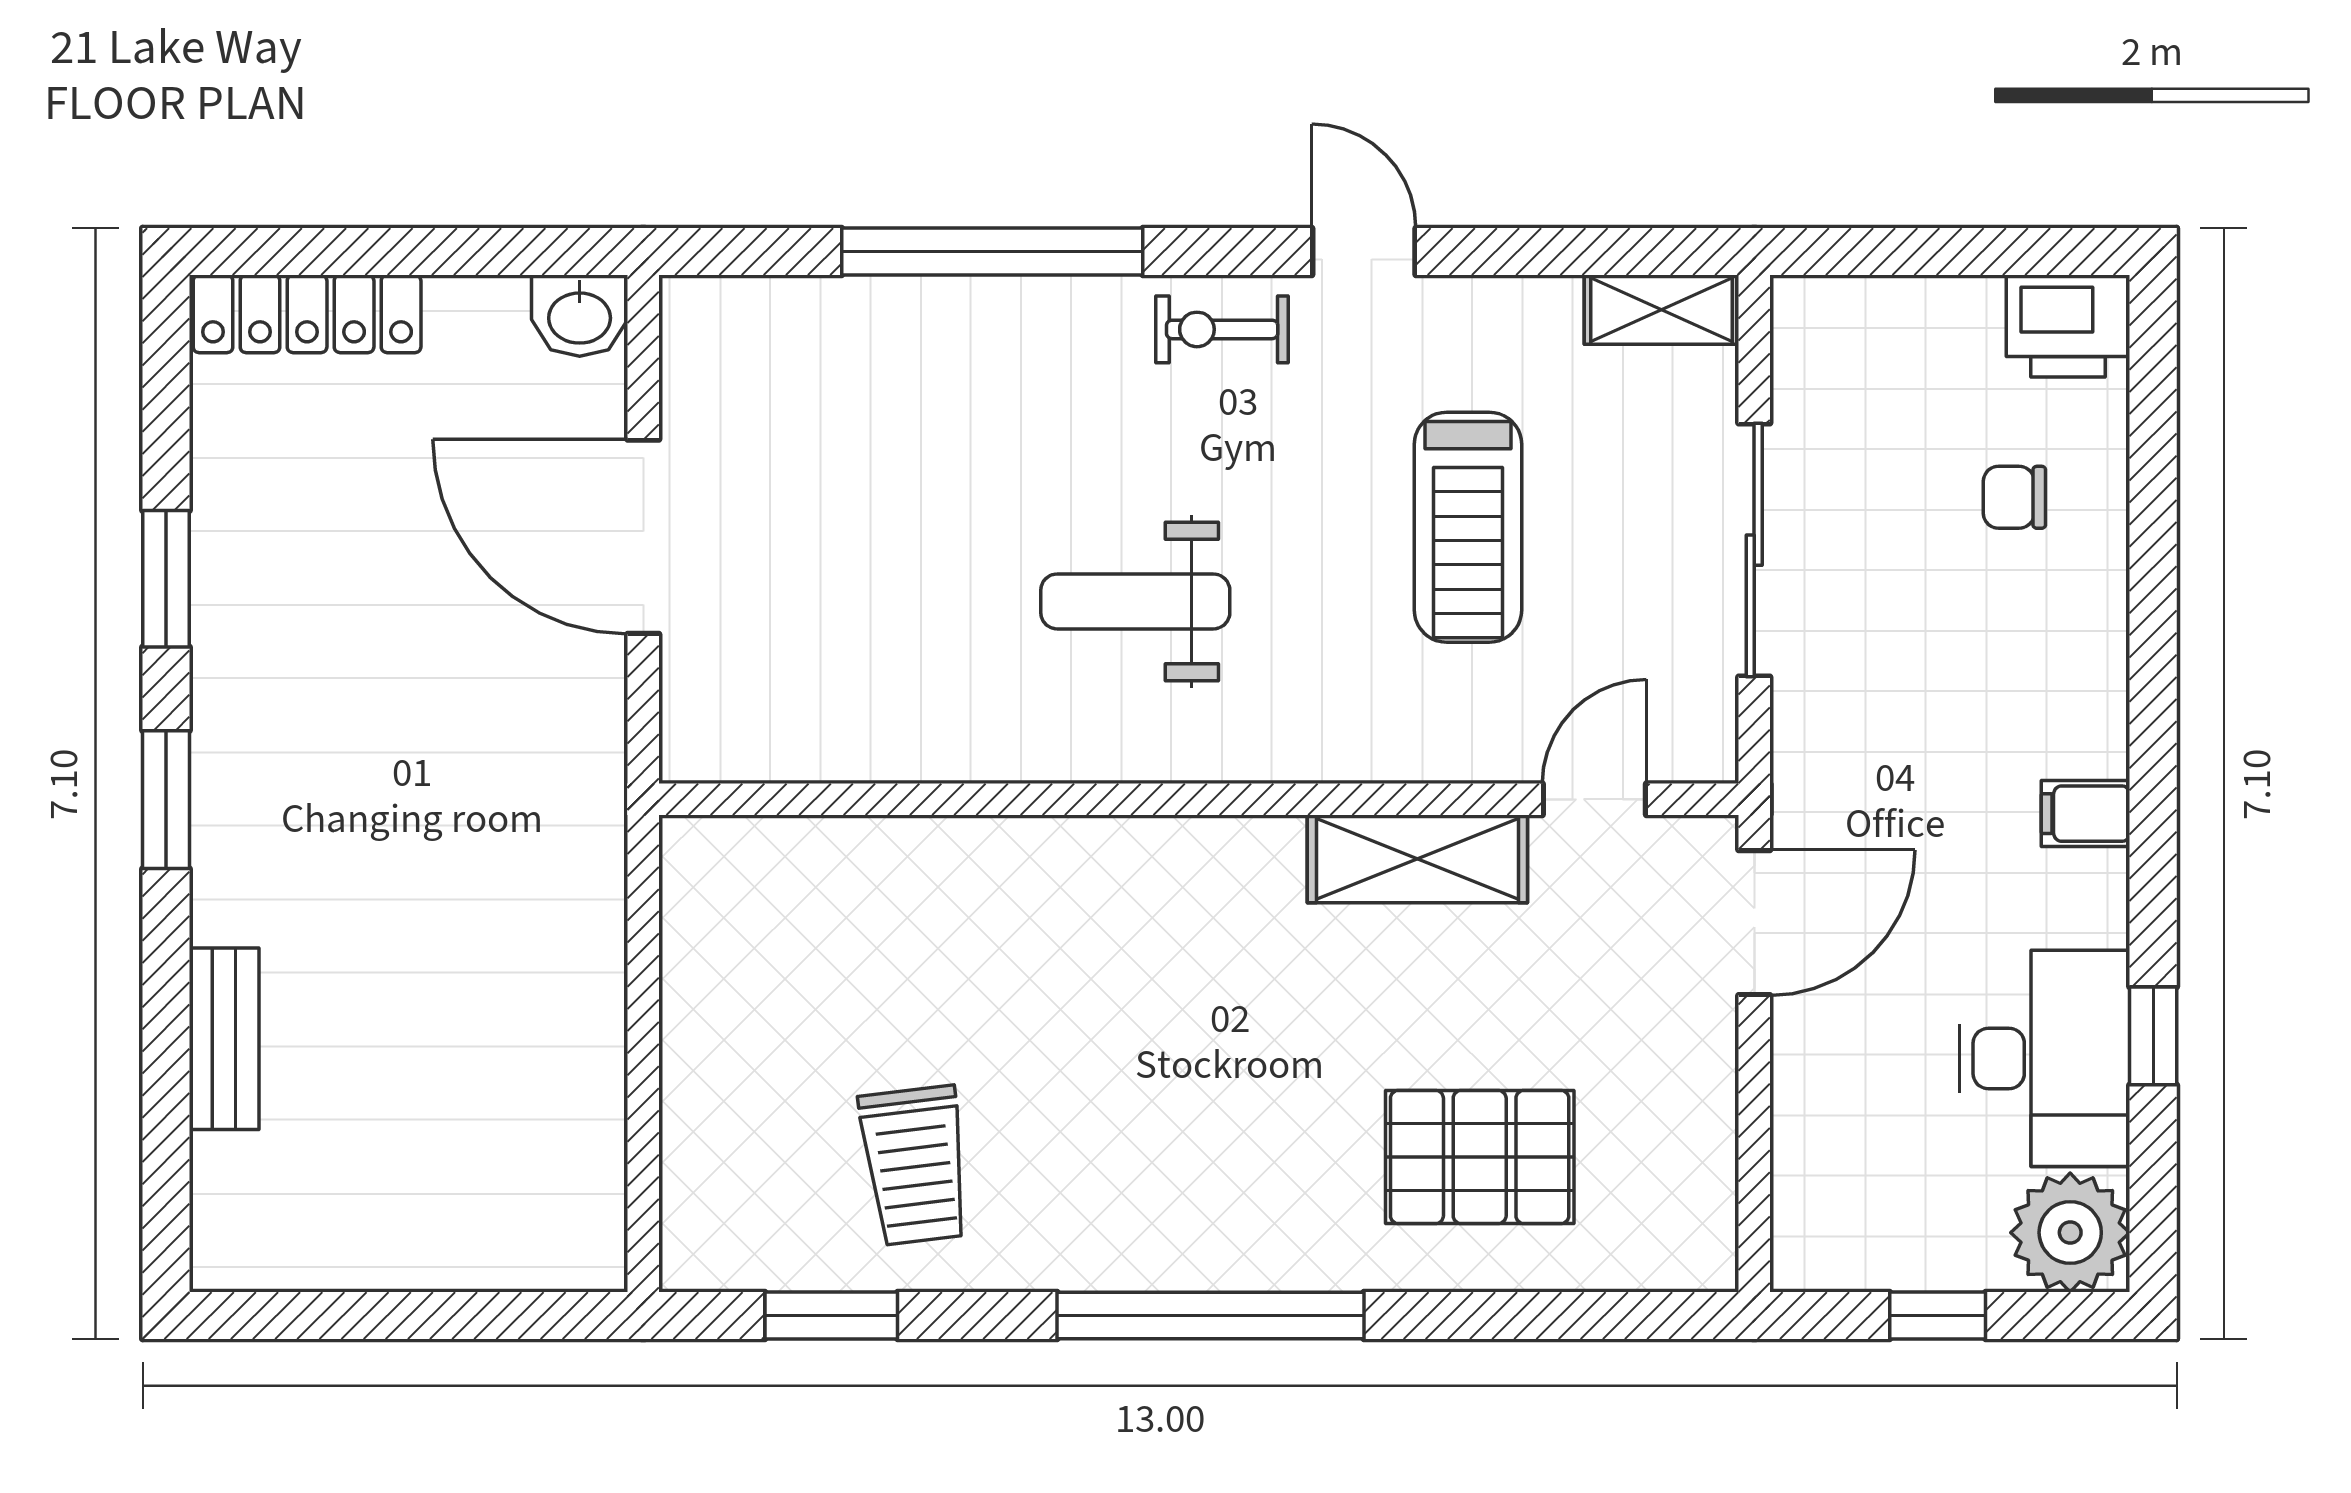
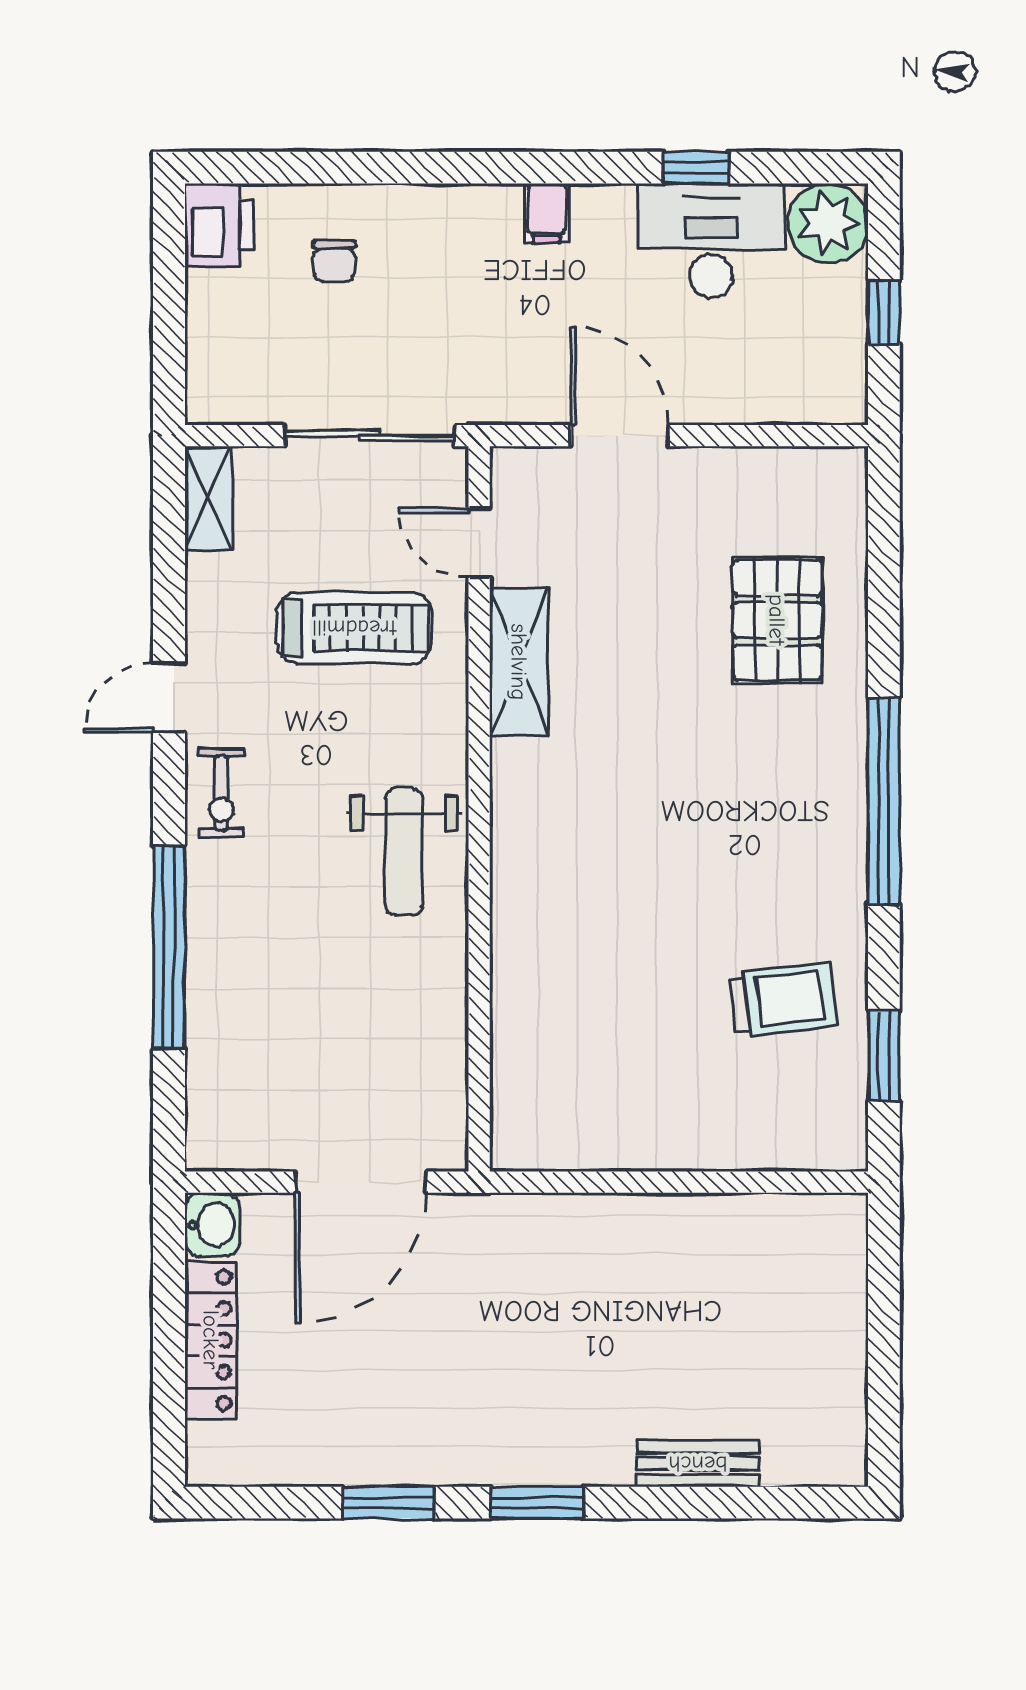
locker: (307, 314) -> (211, 1340), moved
wall: (1199, 799) -> (479, 809), moved
door: (1594, 799) -> (479, 543), moved
shelving: (1417, 859) -> (519, 662), moved

